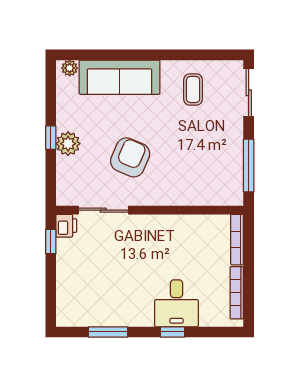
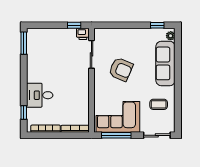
window: (51, 138) -> (157, 25), moved
plant: (68, 144) -> (129, 35), removed
corner sofa: (216, 163) -> (118, 117), added
window: (108, 332) -> (24, 43), moved
window: (173, 332) -> (24, 112), moved

